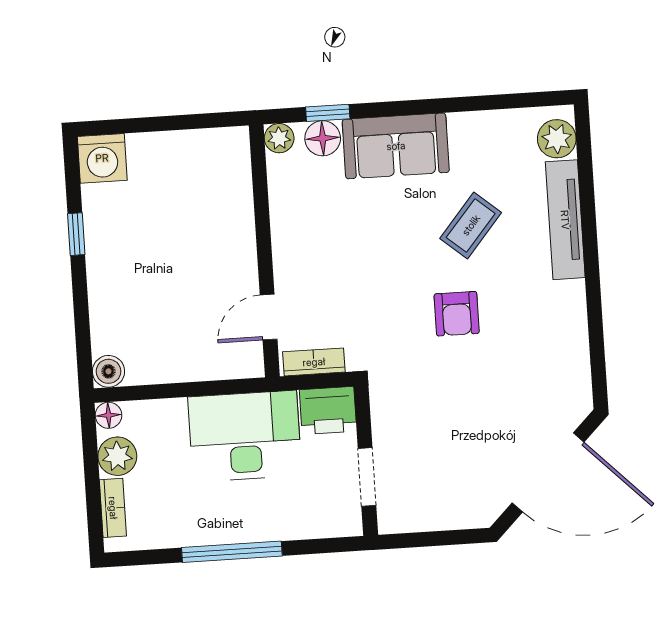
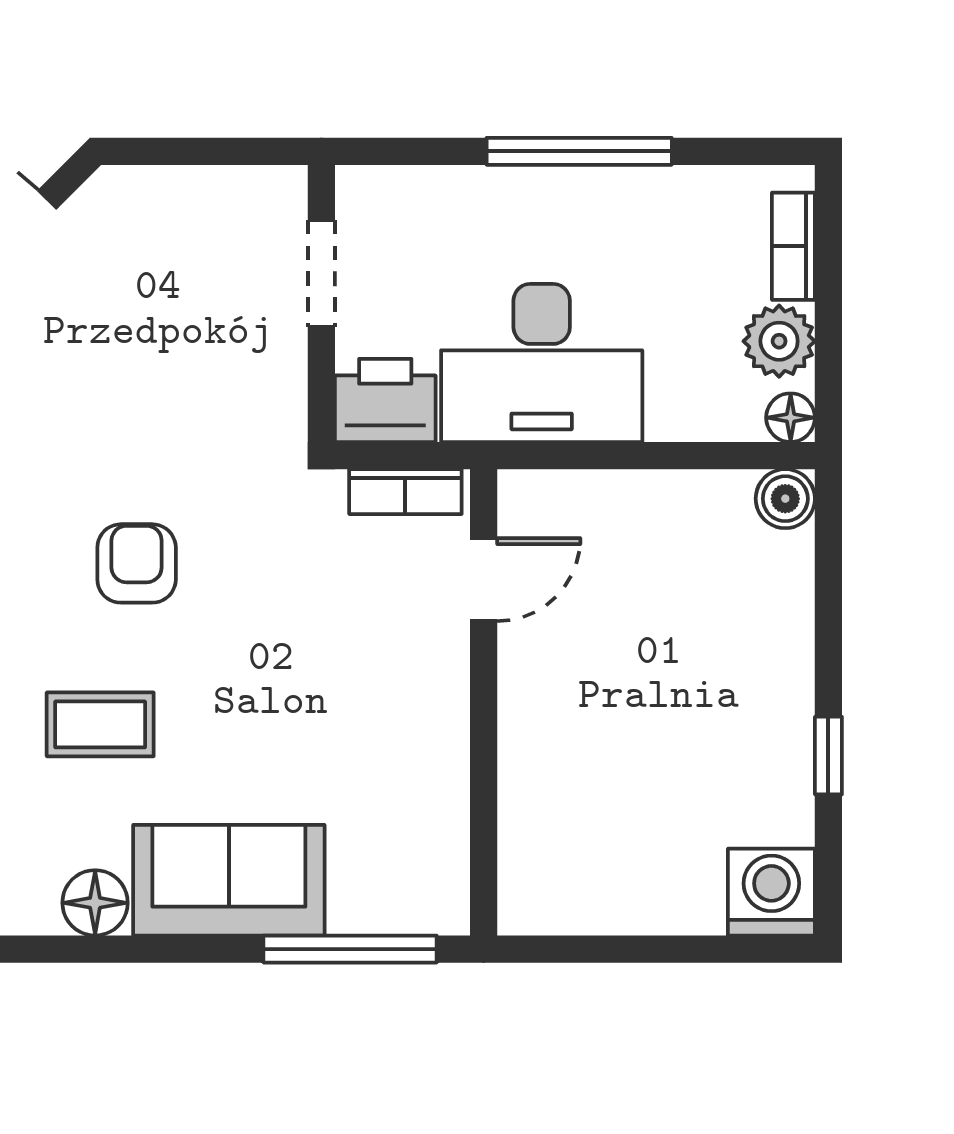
window: (328, 113) -> (350, 949), width x2.17
plant: (279, 138) -> (443, 908), removed
floor lamp: (323, 138) -> (95, 903), moved
coffee table: (471, 225) -> (100, 724), turned 50

